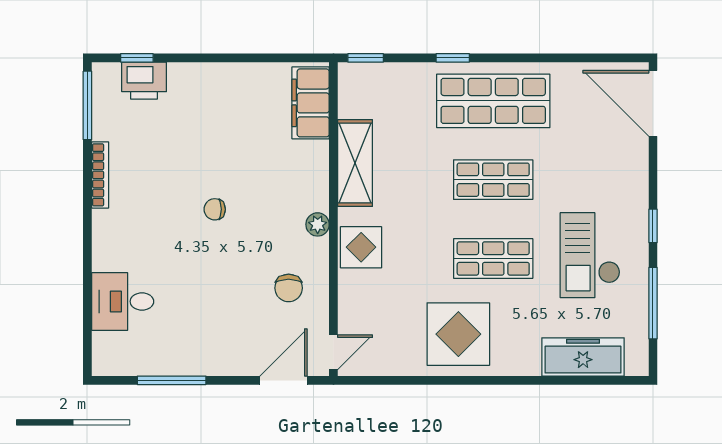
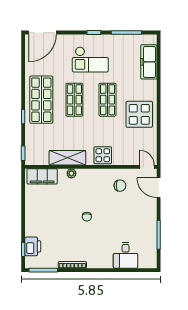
plant: (318, 224) -> (71, 173), moved
checkout: (590, 255) -> (90, 59), moved

